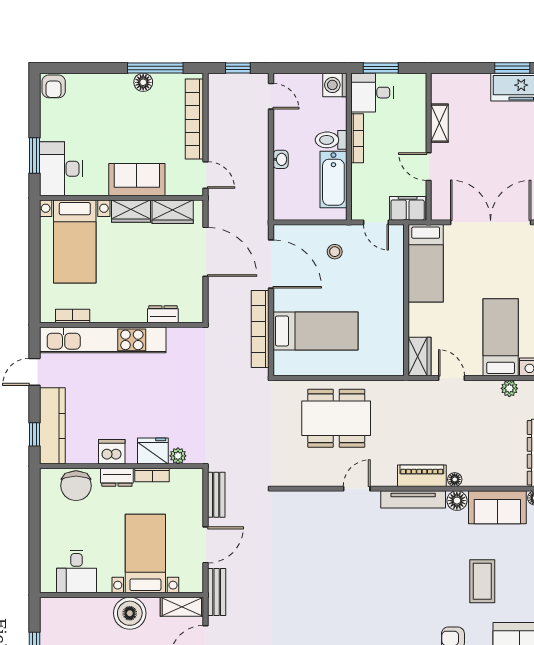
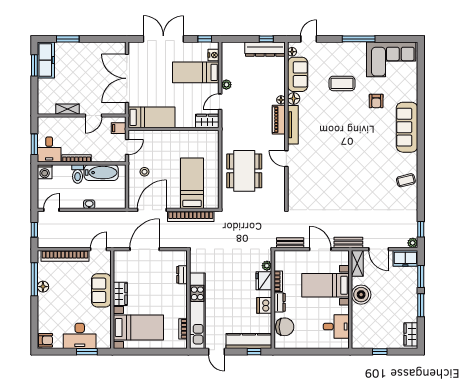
desk: (61, 169) -> (80, 336), moved
filing cabinet: (408, 208) -> (119, 128), width x0.50
wardrobe: (173, 212) -> (121, 269), removed
plant: (509, 388) -> (226, 85), moved

